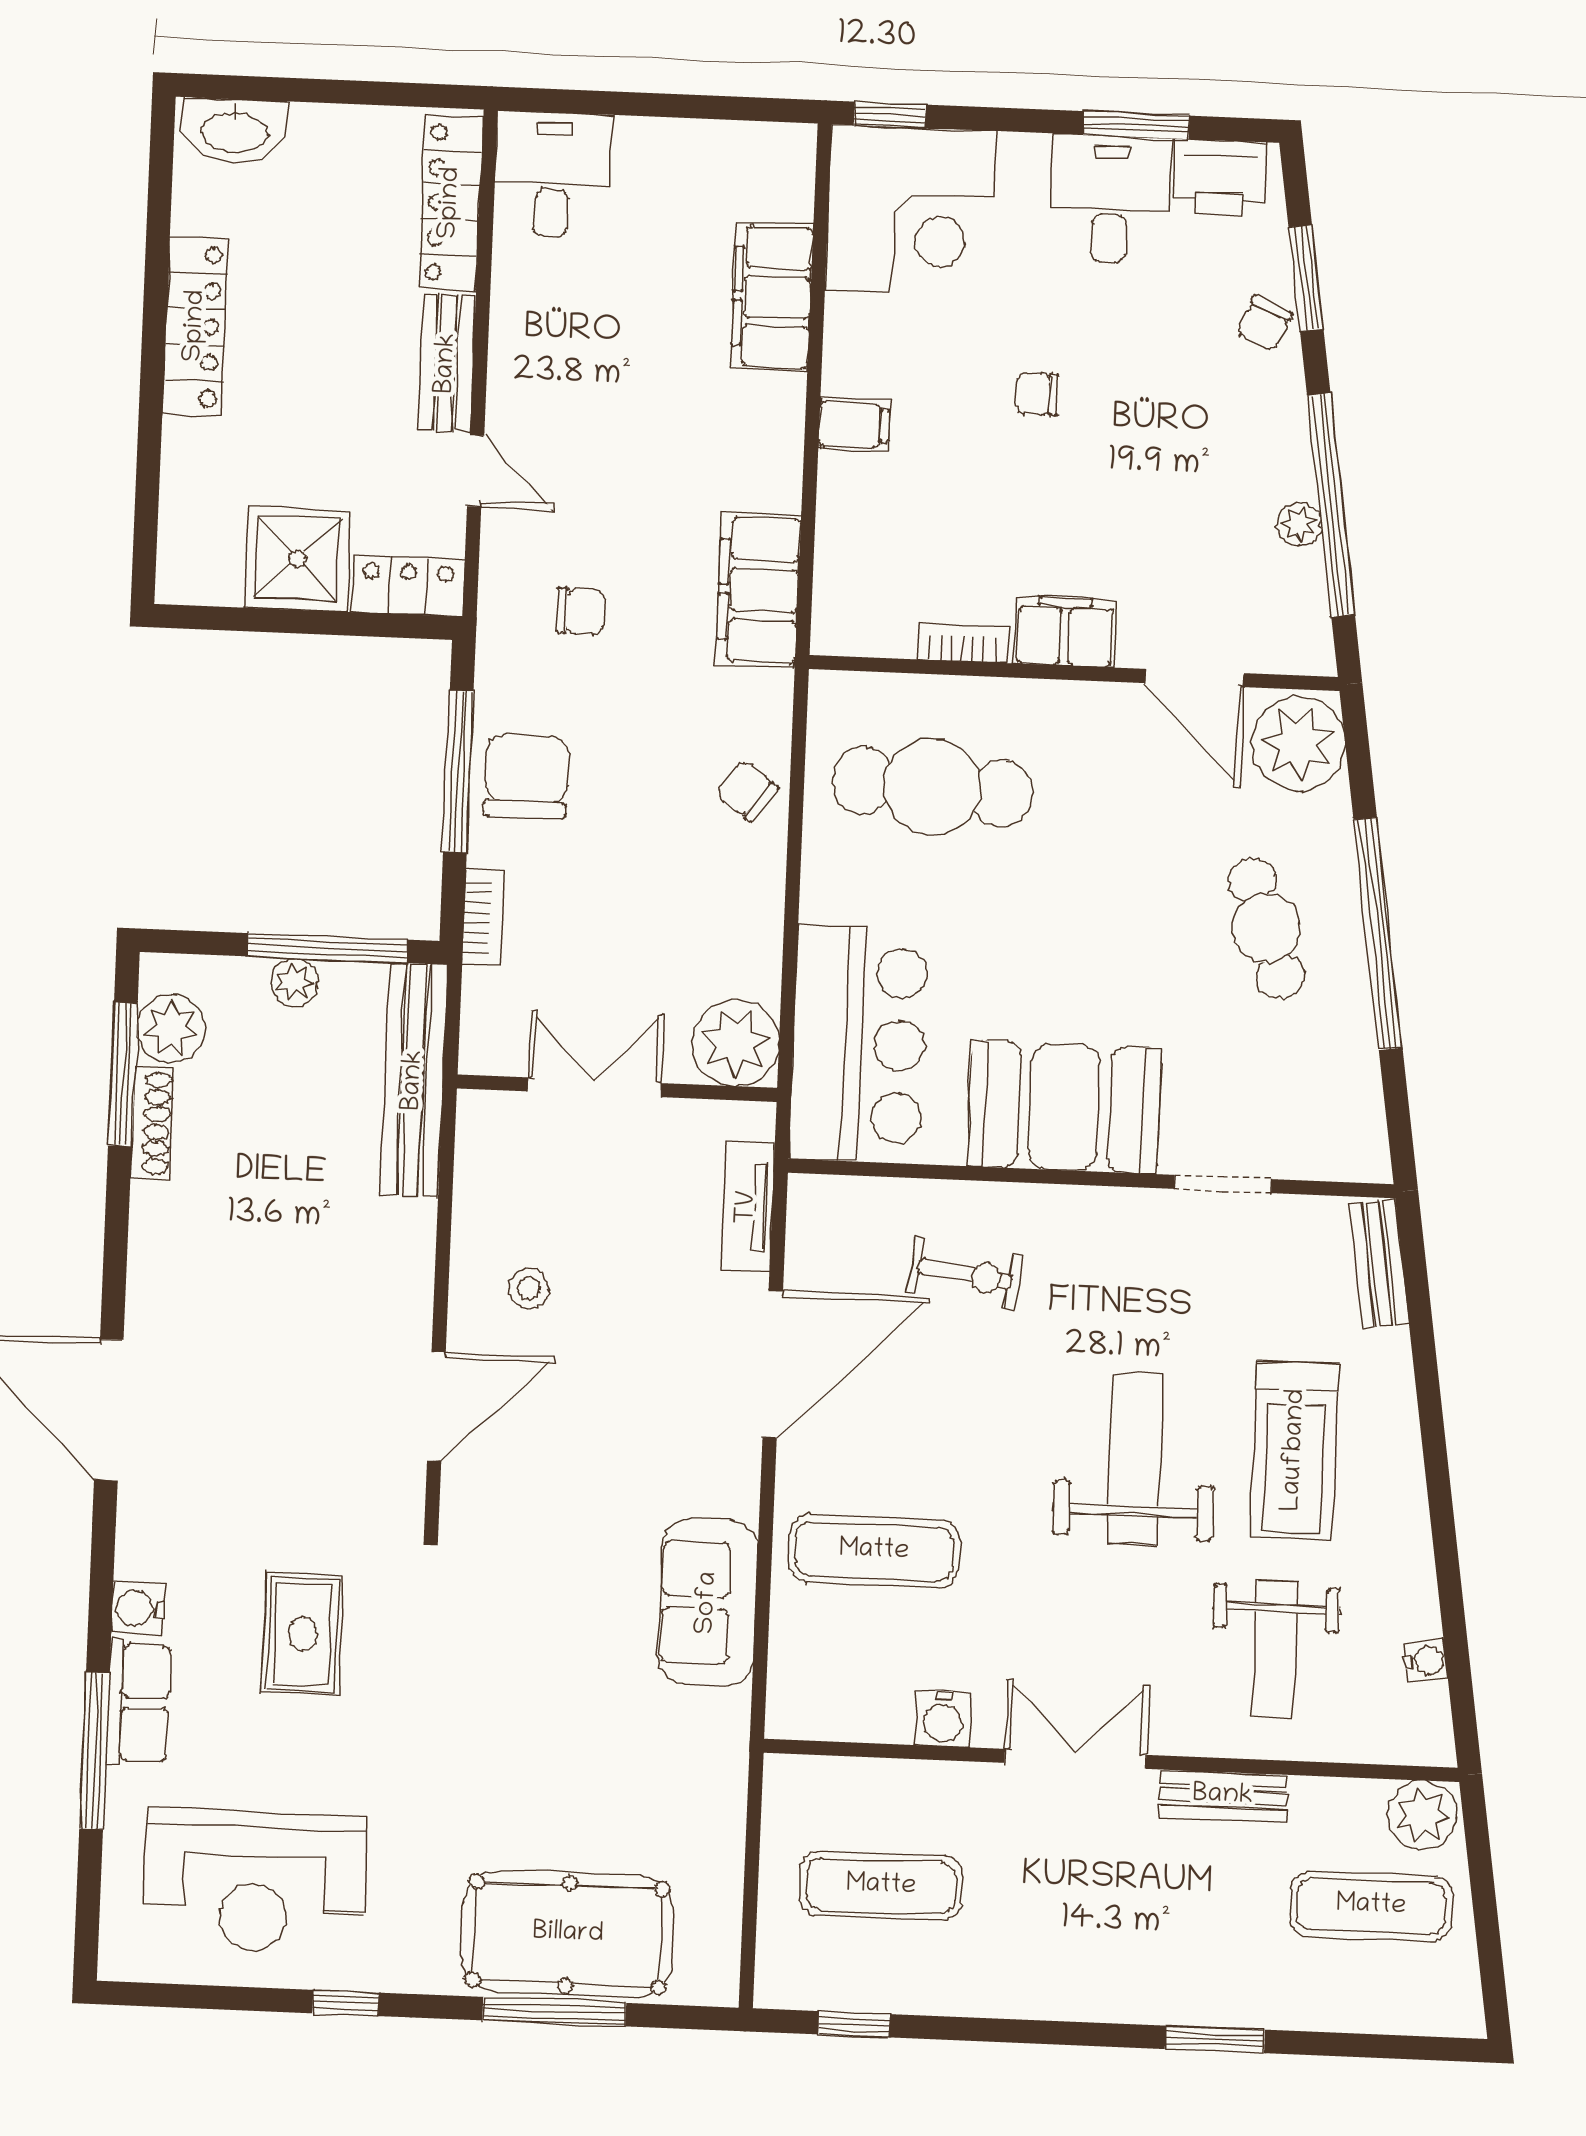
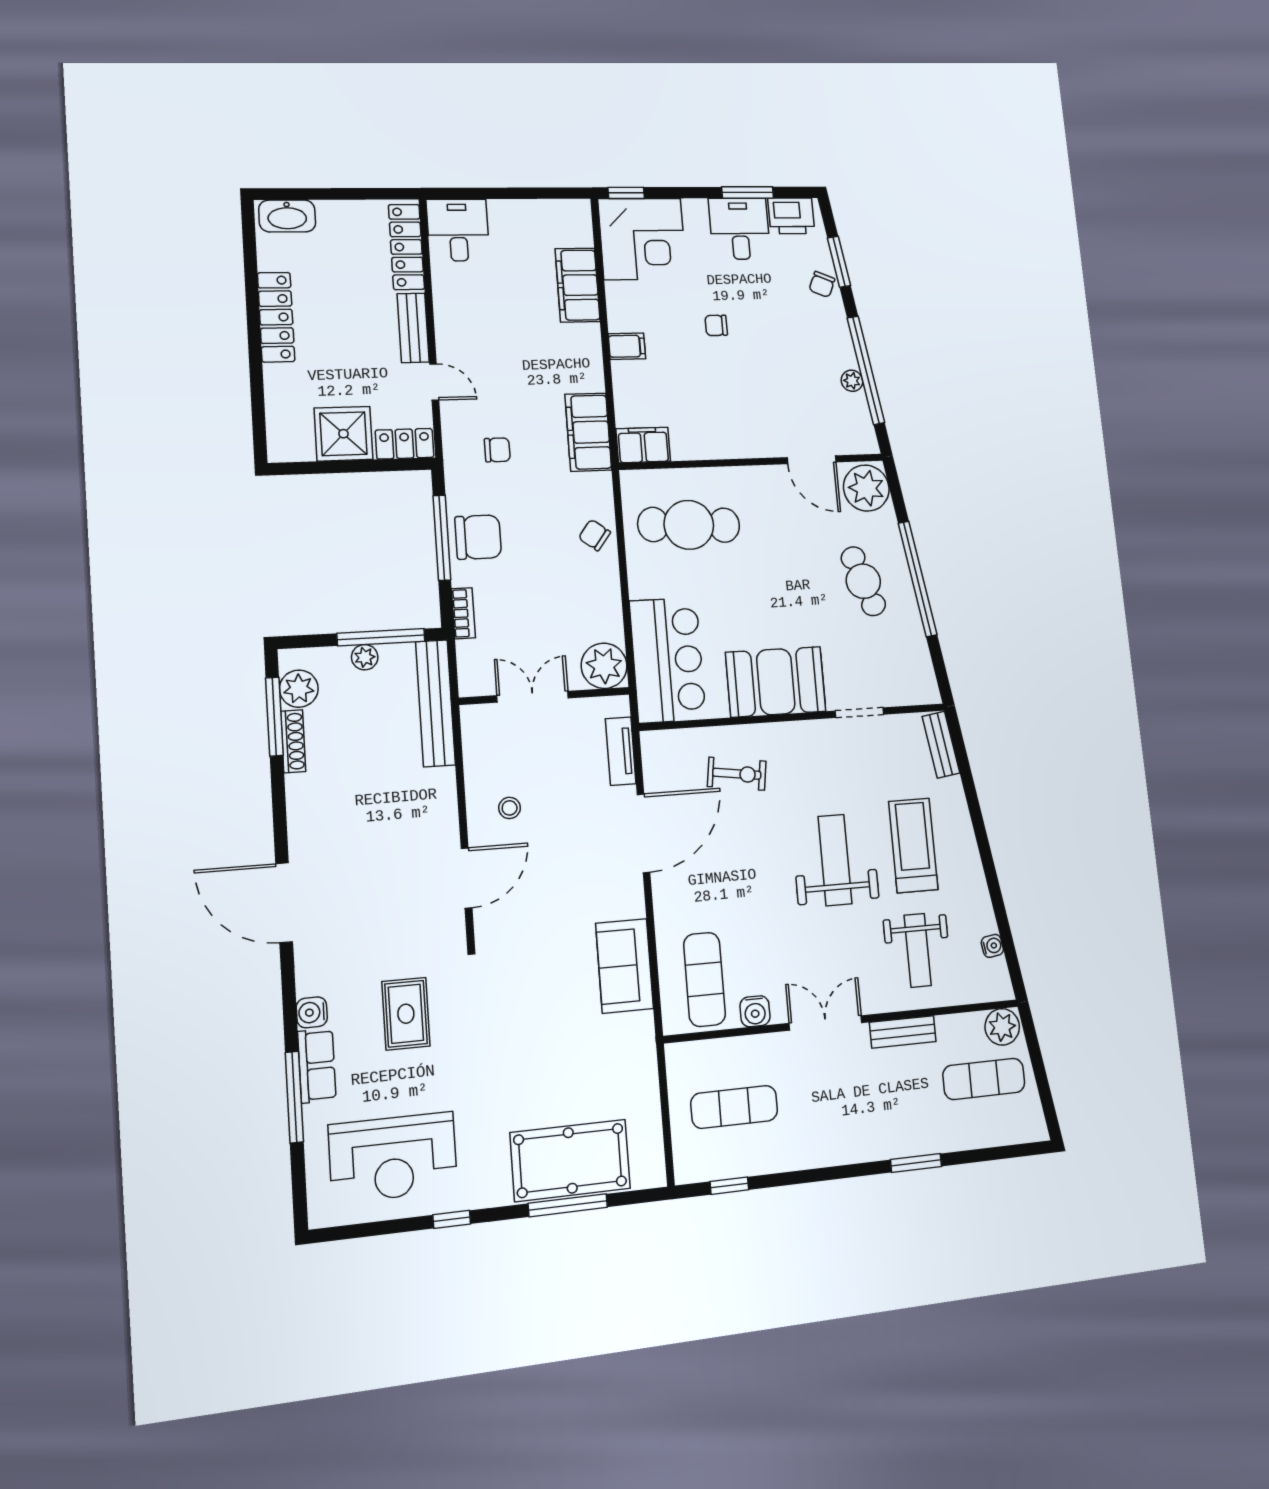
filing cabinet: (1065, 632) -> (643, 445), moved
bookcase: (963, 643) -> (695, 451), removed
chair: (526, 776) -> (478, 537), turned 90
treadmill: (1295, 1450) -> (913, 845), turned 180
exercise mat: (874, 1551) -> (704, 979), moved, turned 90

